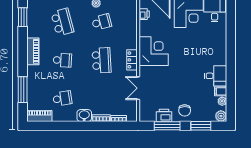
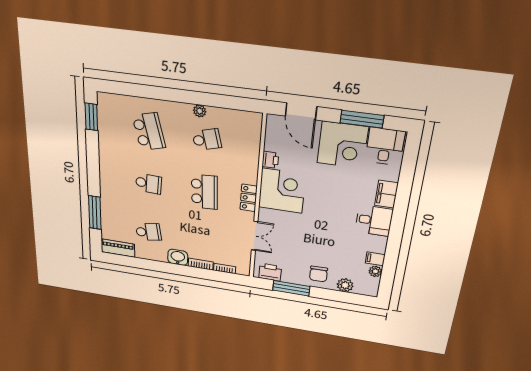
printer: (144, 14) -> (270, 160), moved
filing cabinet: (221, 43) -> (386, 194), added
piano: (33, 51) -> (107, 166), removed
desk: (216, 76) -> (374, 221), moved
double door: (138, 88) -> (255, 236), swing flipped
printer: (164, 115) -> (270, 272), moved
plant: (221, 116) -> (345, 285), moved
window: (201, 126) -> (339, 296), removed

